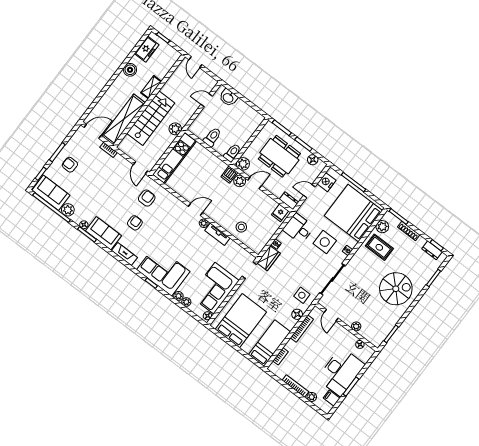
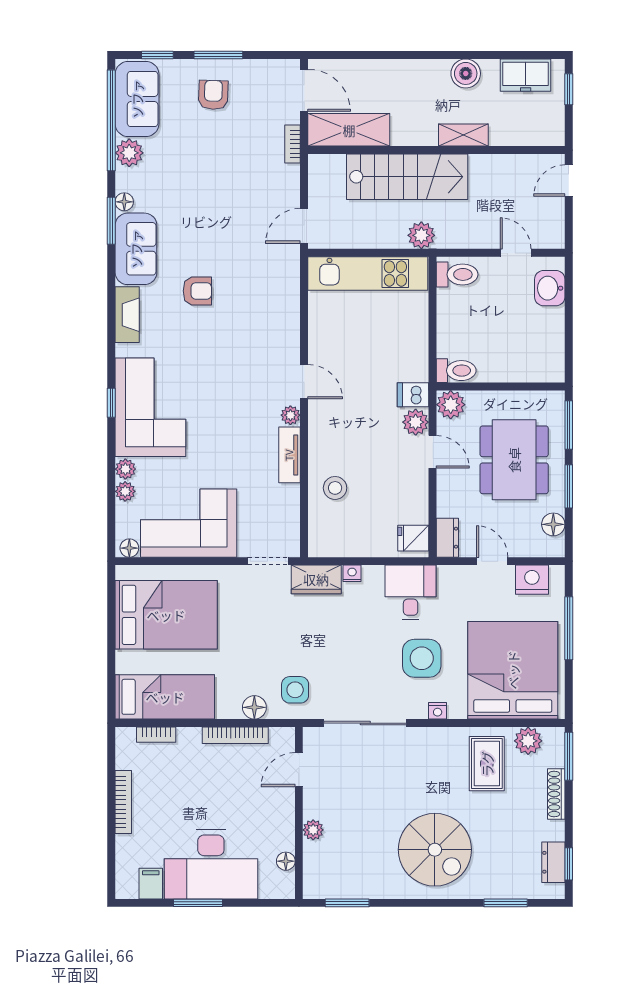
shelving: (124, 119) -> (349, 130), width x0.68
toilet: (212, 137) -> (457, 274), moved
armchair: (147, 198) -> (258, 278), removed
plant: (312, 397) -> (126, 846), removed

